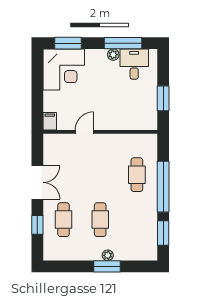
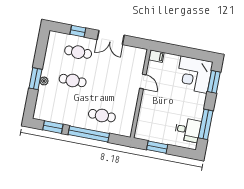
plant: (113, 55) -> (198, 115), removed

